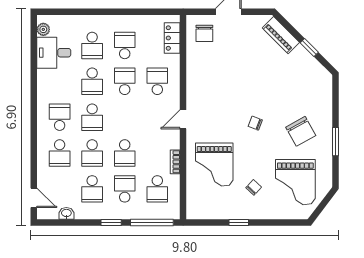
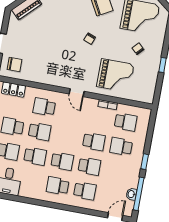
school desk: (125, 81) -> (40, 132), turned 180
school desk: (92, 189) -> (117, 171), removed
window: (152, 222) -> (139, 194), moved

